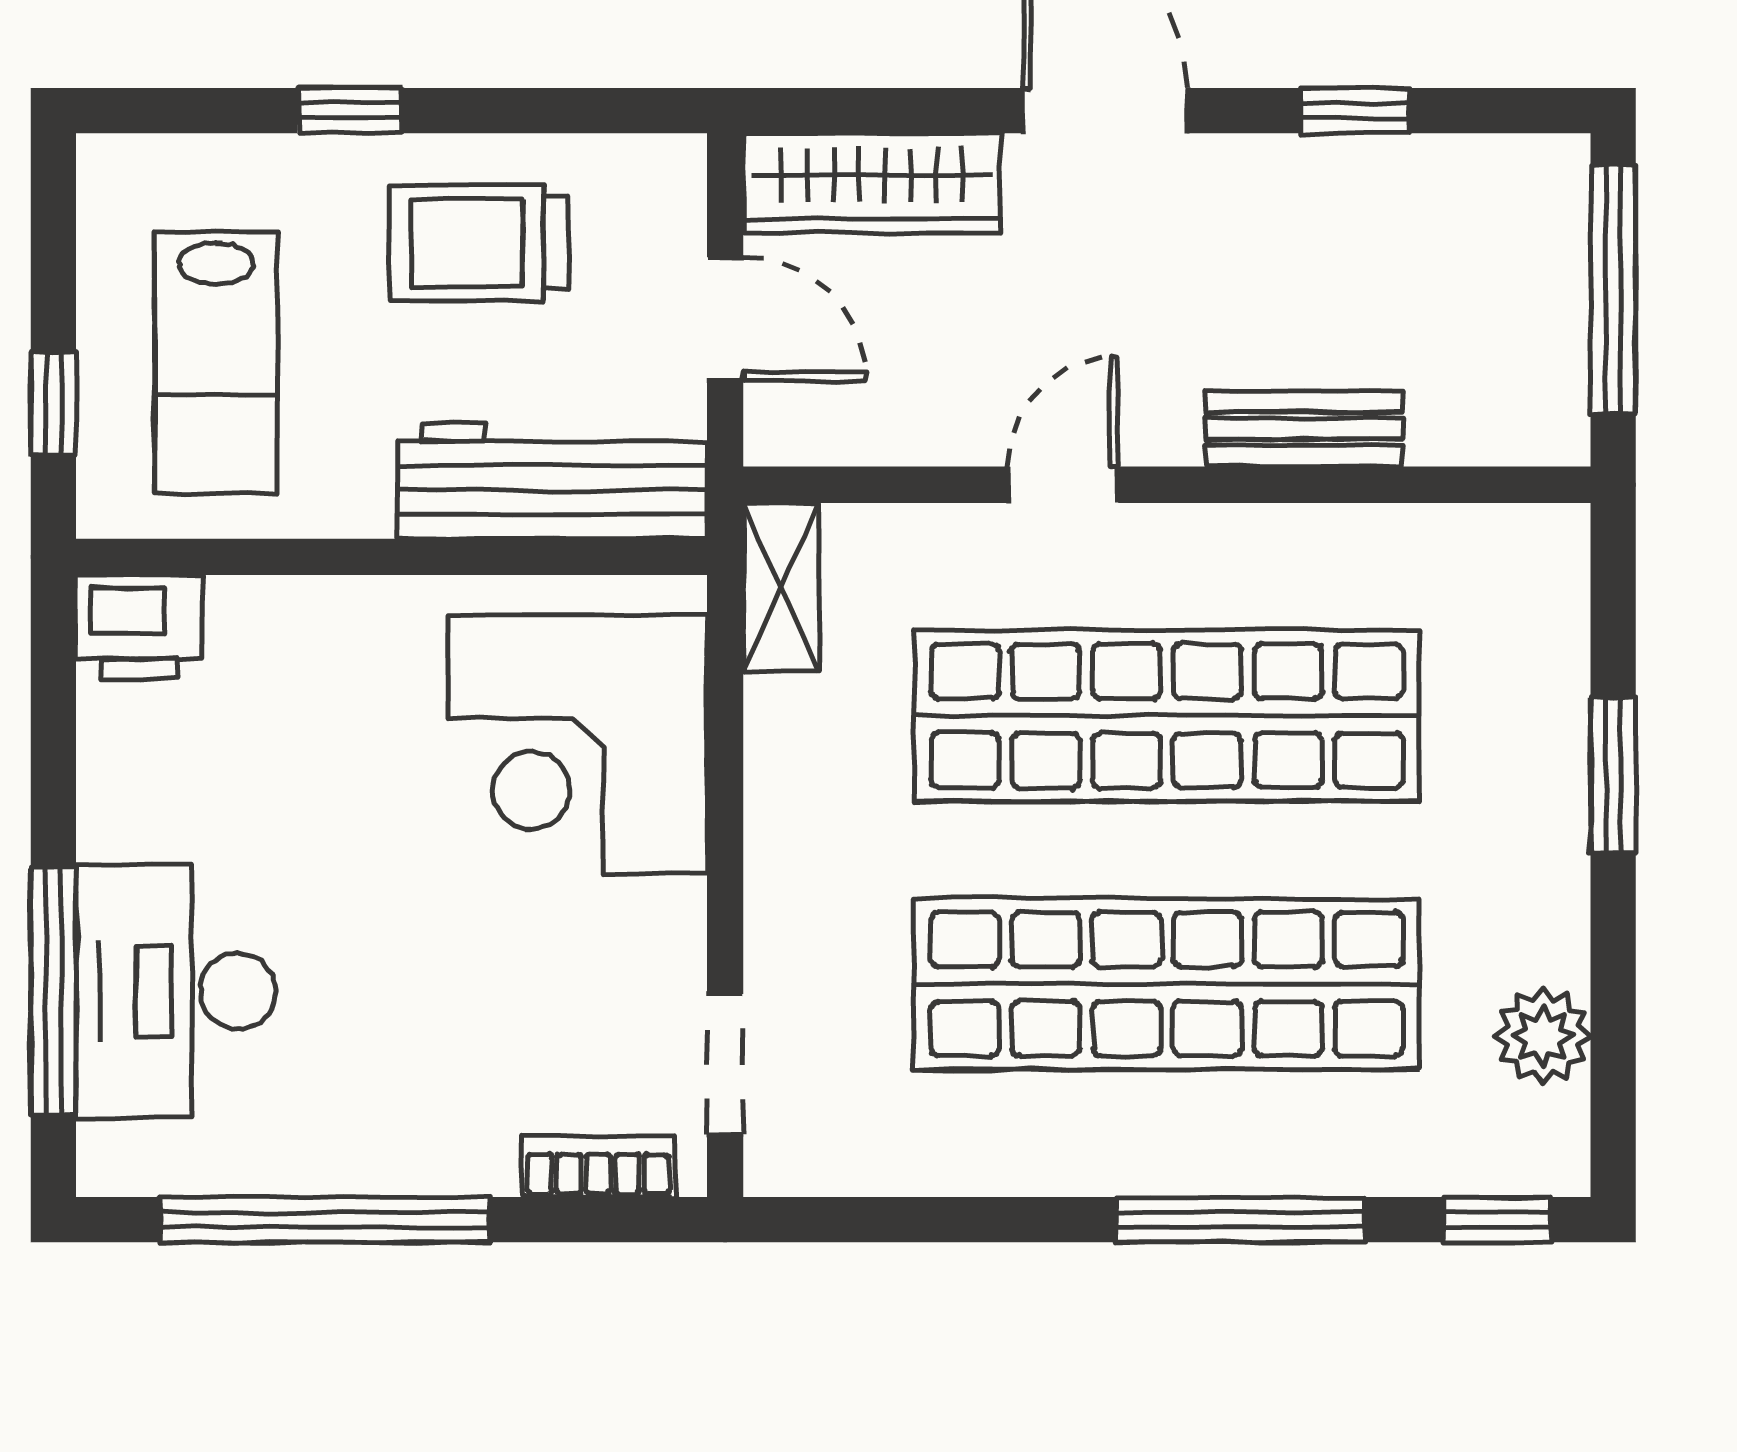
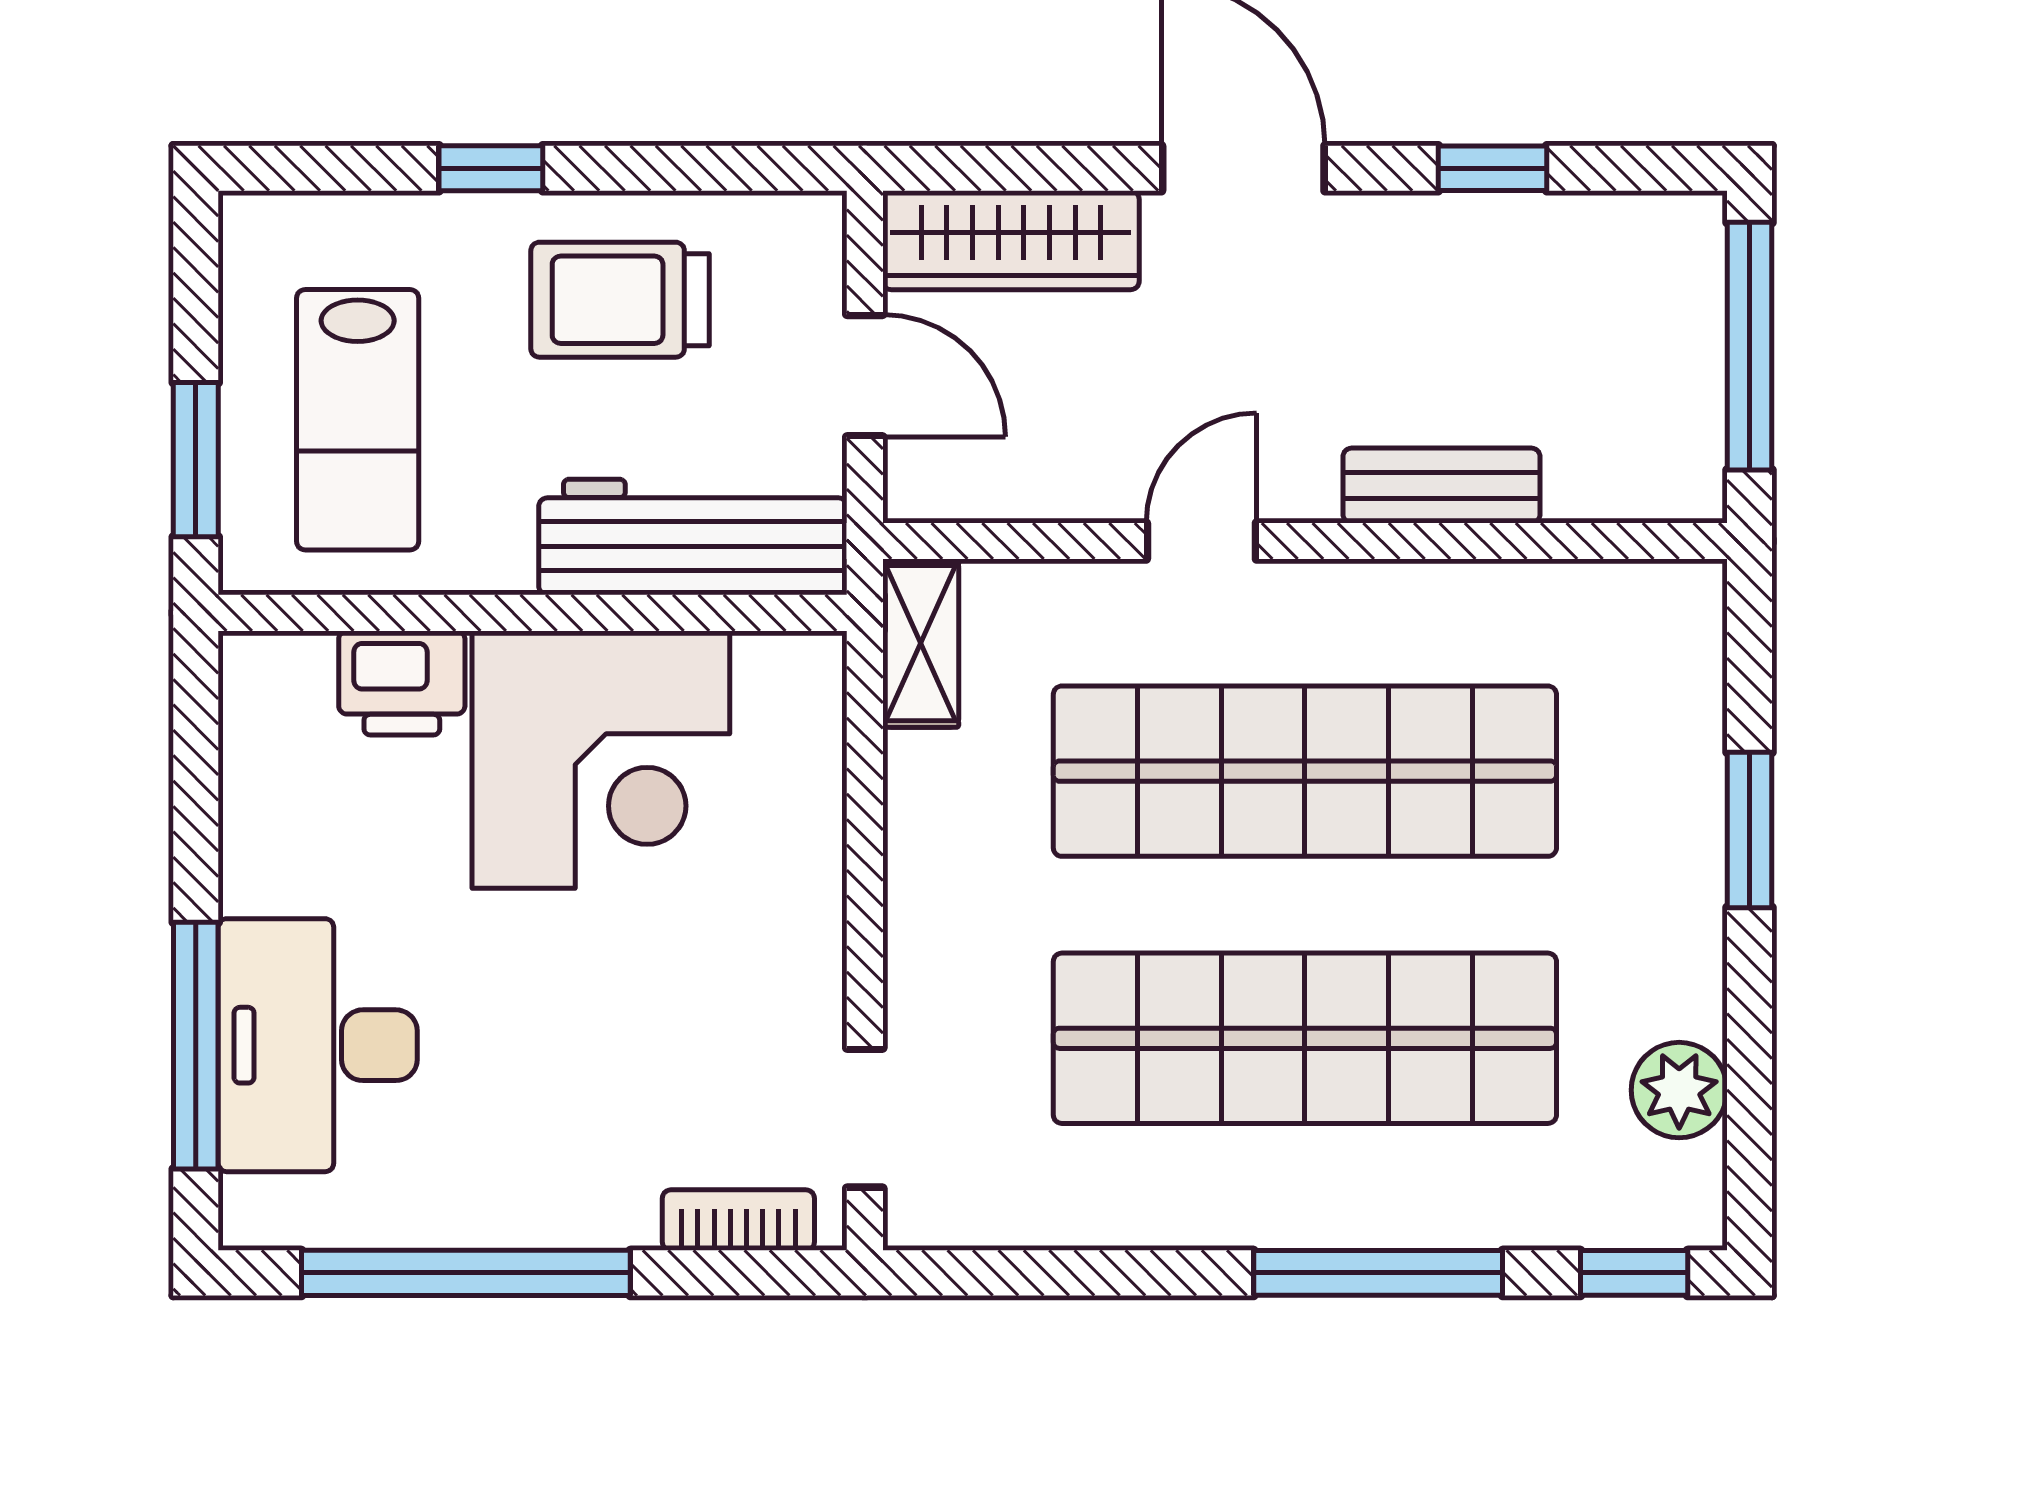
window: (53, 403) -> (196, 460), width x1.50
printer: (139, 627) -> (402, 683), moved
corner desk: (578, 744) -> (601, 760), moved, turned -90

